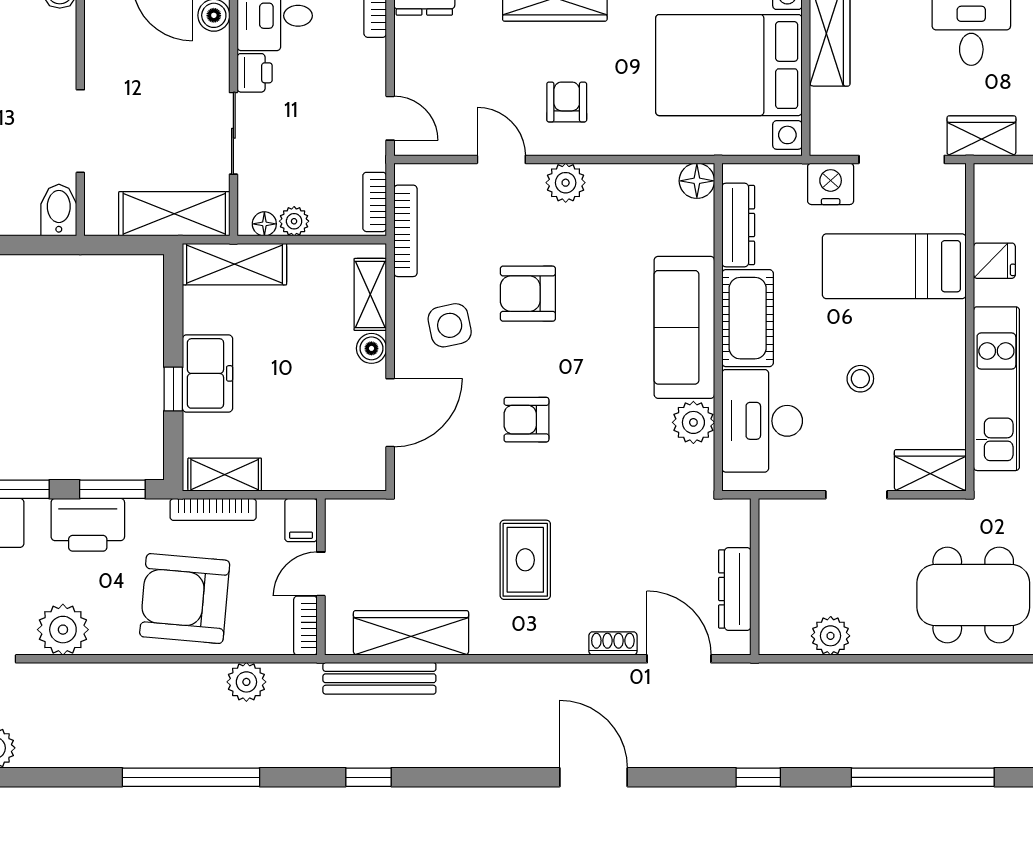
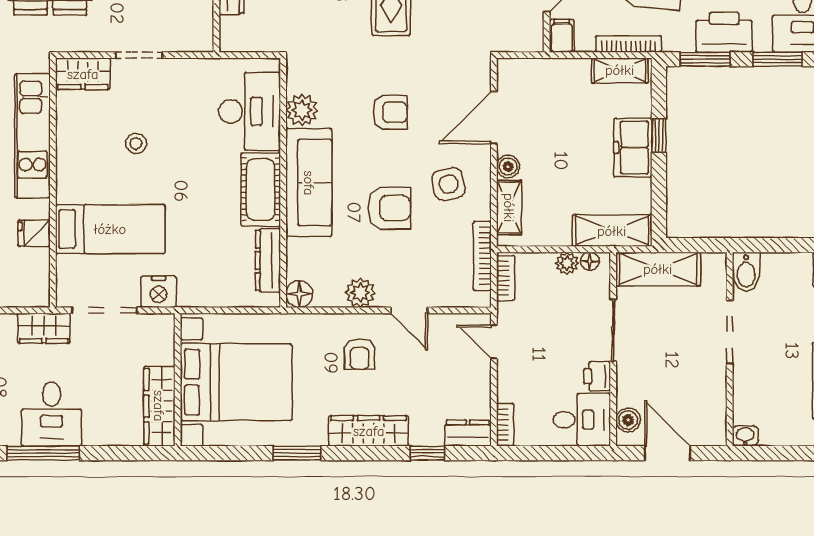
floor lamp: (697, 181) -> (299, 294), moved
dresser: (738, 225) -> (268, 260), moved
cot: (748, 318) -> (261, 190), moved
sofa: (684, 327) -> (309, 183), moved
wall: (718, 327) -> (283, 183), moved
desk: (762, 421) -> (250, 111), moved
plant: (693, 422) -> (302, 110), moved

